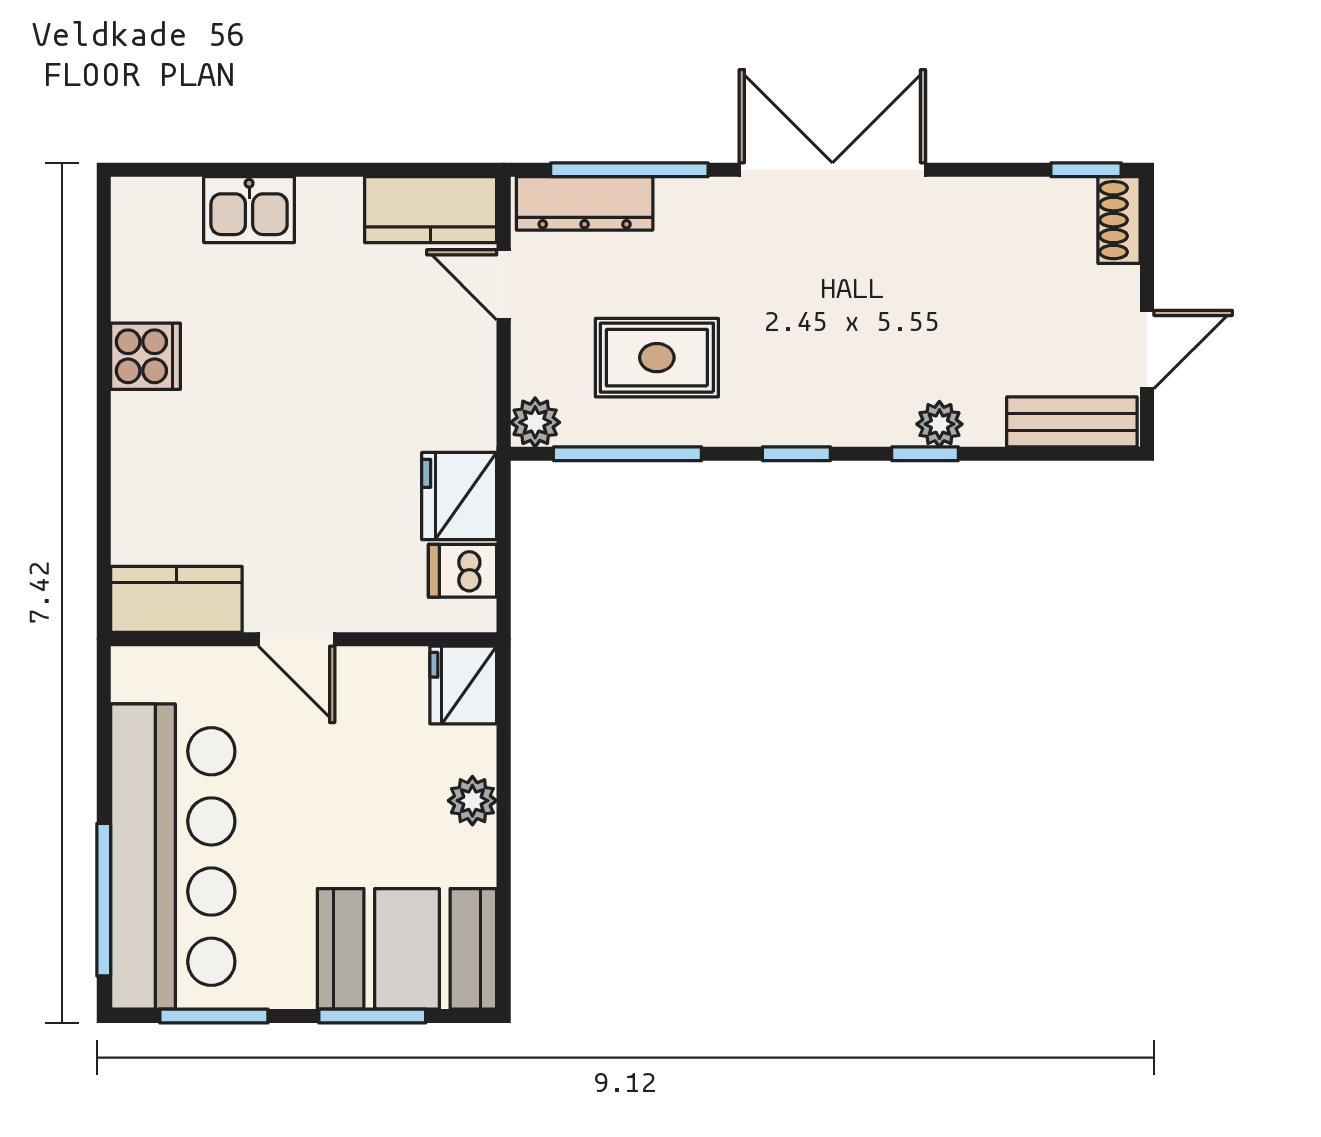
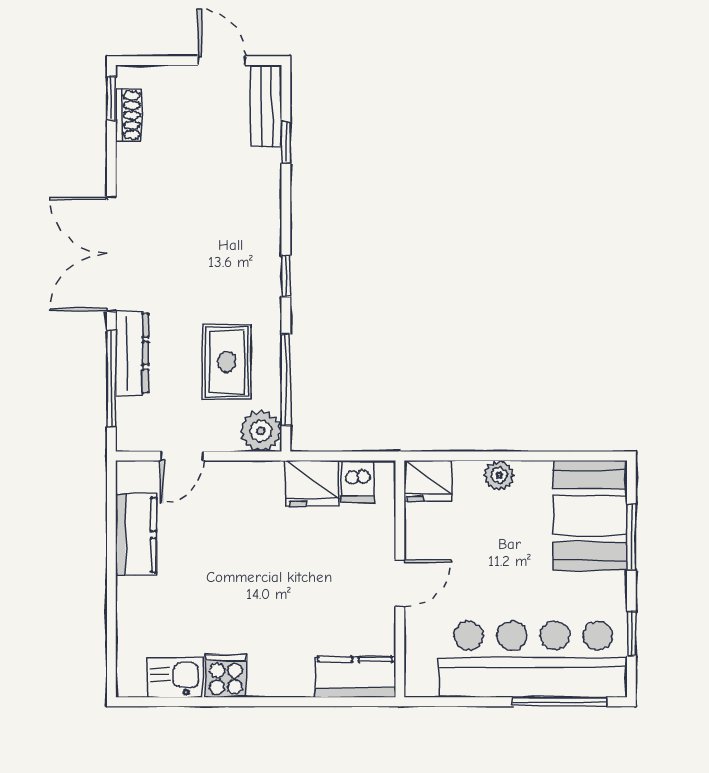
dresser: (585, 203) -> (132, 353), moved
kitchen sink: (249, 210) -> (175, 677), moved, turned -90
kitchen counter: (431, 210) -> (136, 535), moved
shoe rack: (1119, 220) -> (129, 115), moved, turned -90
plant: (535, 422) -> (261, 431), width x1.38, depth x1.38
plant: (939, 424) -> (268, 188), removed
window: (925, 454) -> (286, 142), moved
kitchen counter: (176, 599) -> (355, 677), moved, turned 90
window: (214, 1016) -> (631, 634), width x0.67

